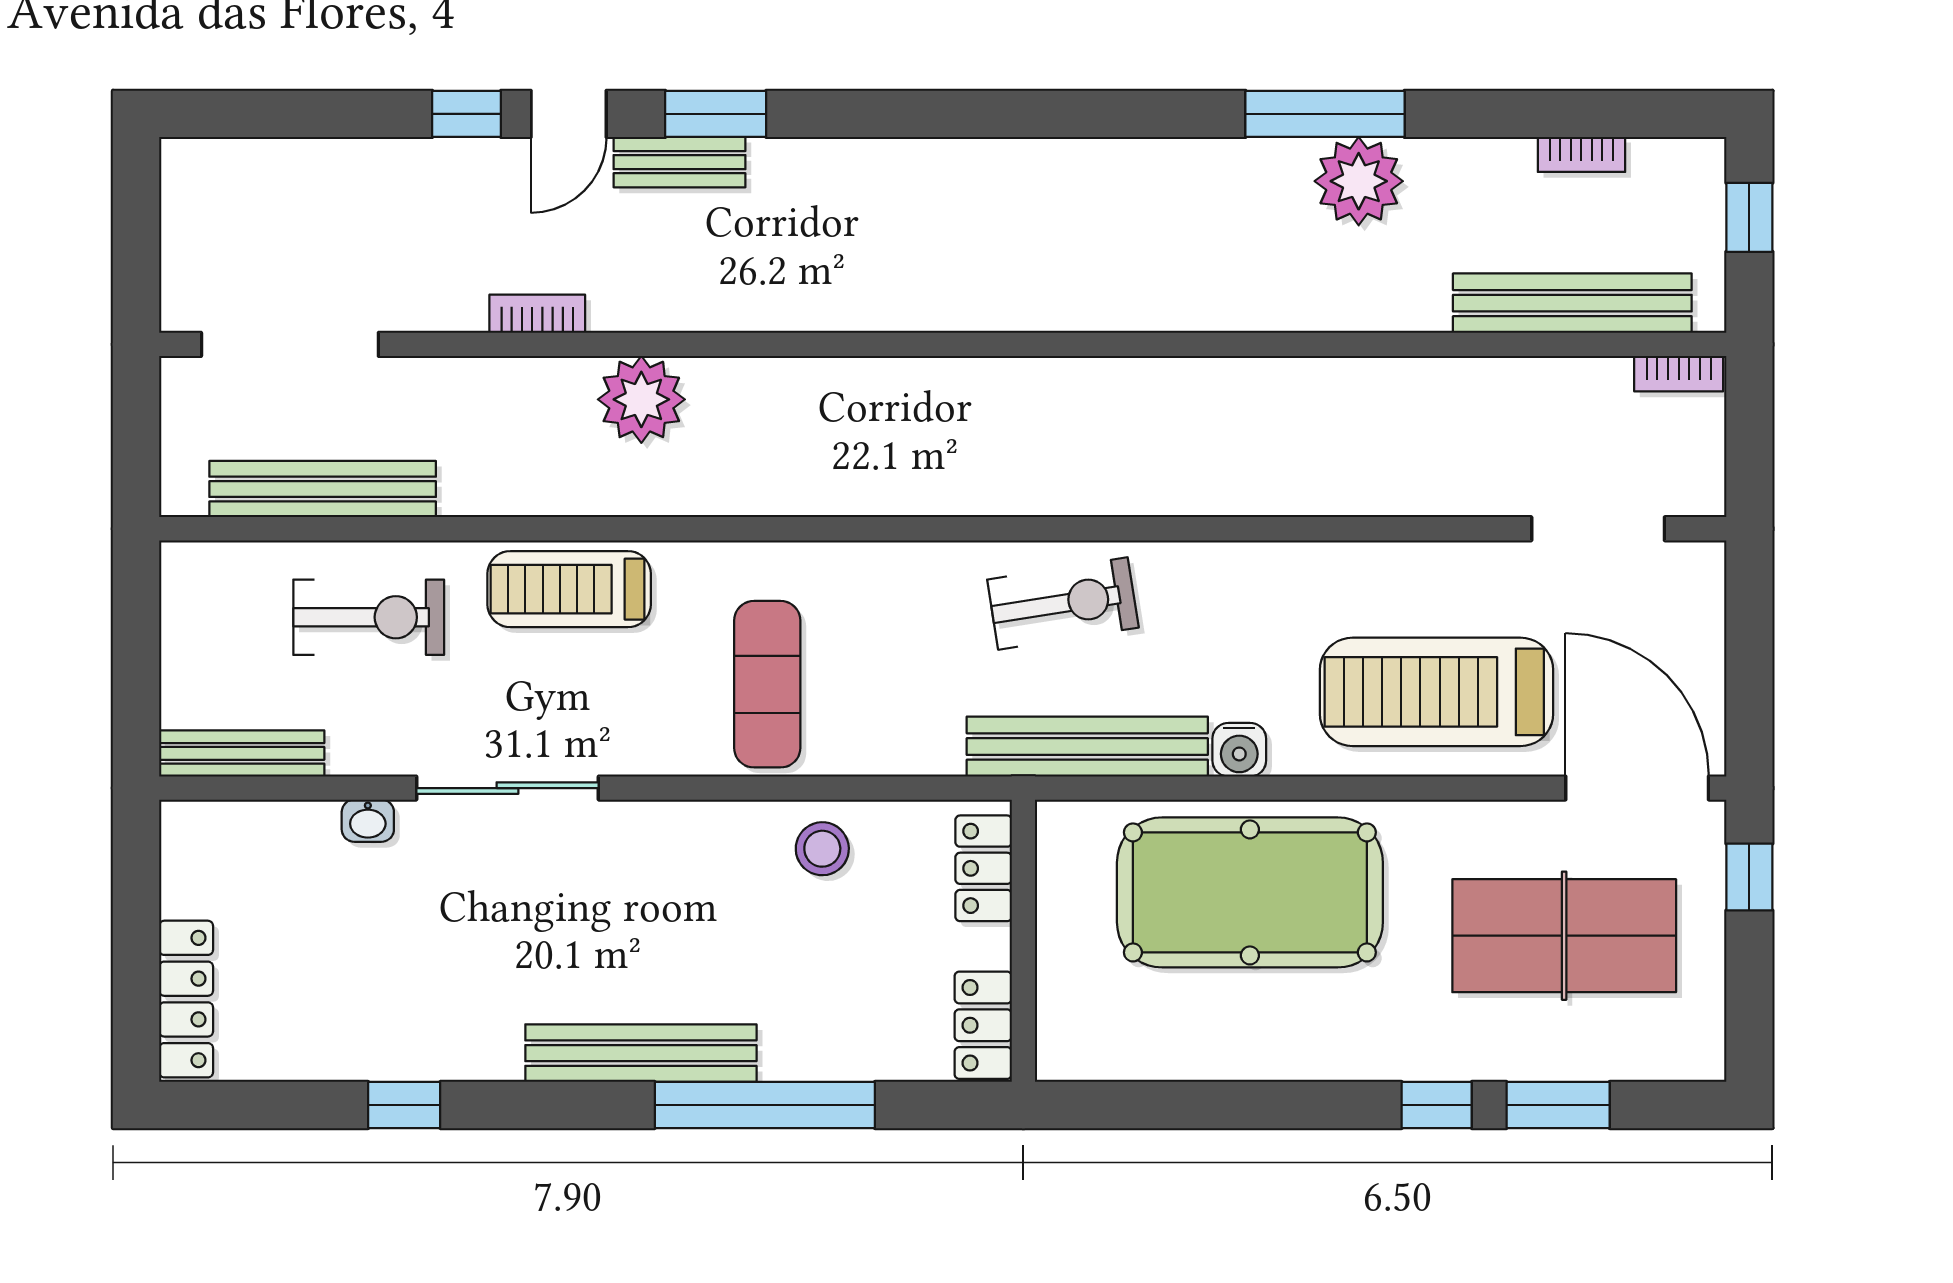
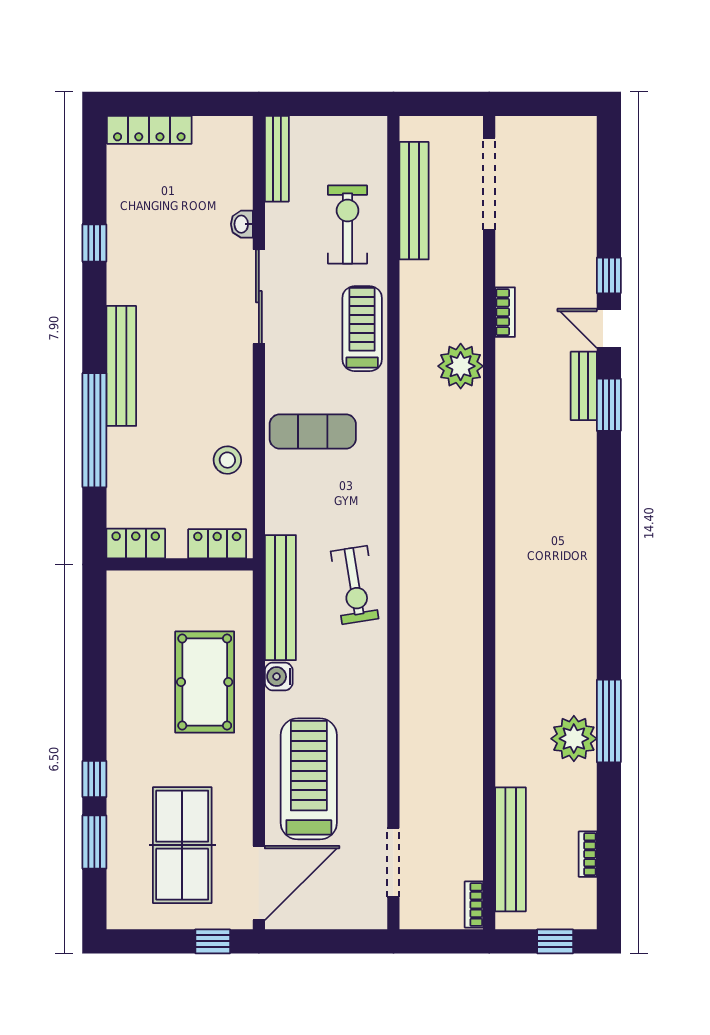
exercise bike: (369, 617) -> (348, 225), turned 180
pool table: (1250, 892) -> (205, 682), width x0.73, depth x0.76

